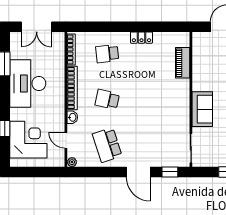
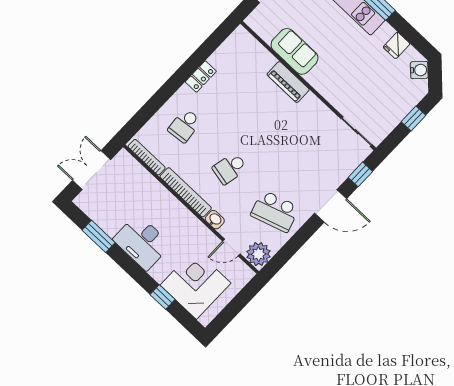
double door: (37, 27) -> (92, 170), swing flipped
piano: (183, 63) -> (288, 82), moved
desk: (28, 83) -> (142, 242), width x0.73, depth x0.77
sofa: (202, 109) -> (294, 51), moved
plant: (72, 162) -> (259, 254), width x1.87, depth x1.87

